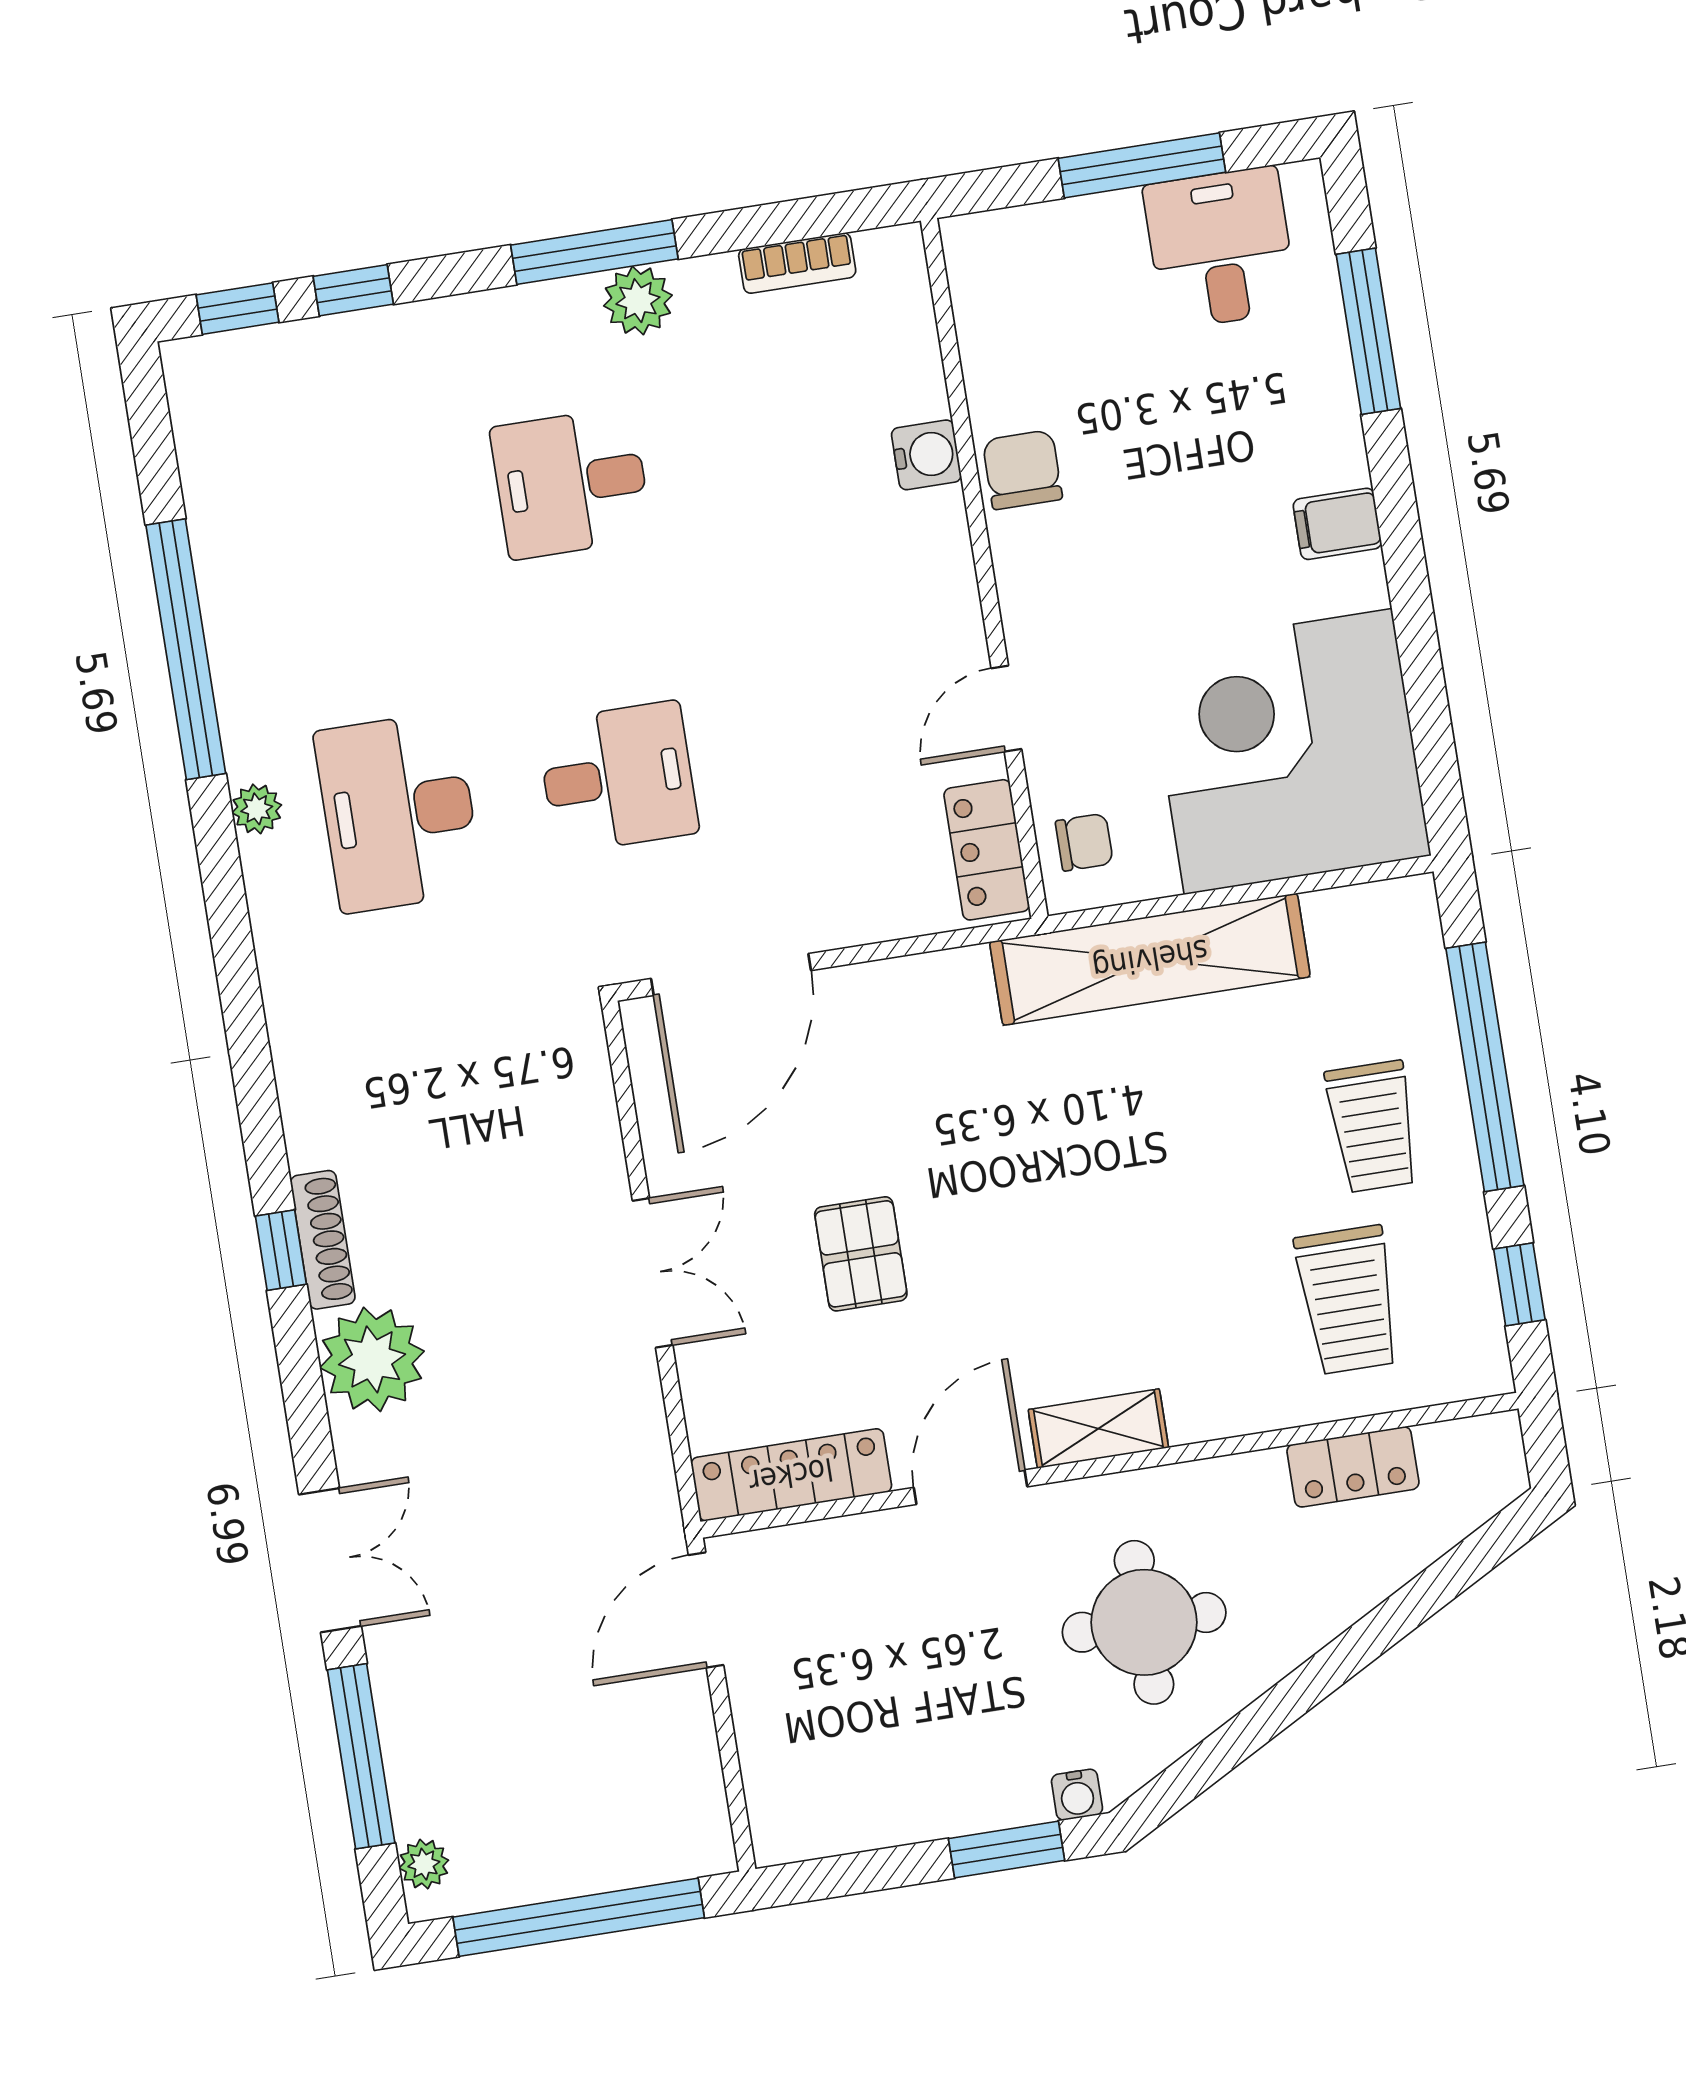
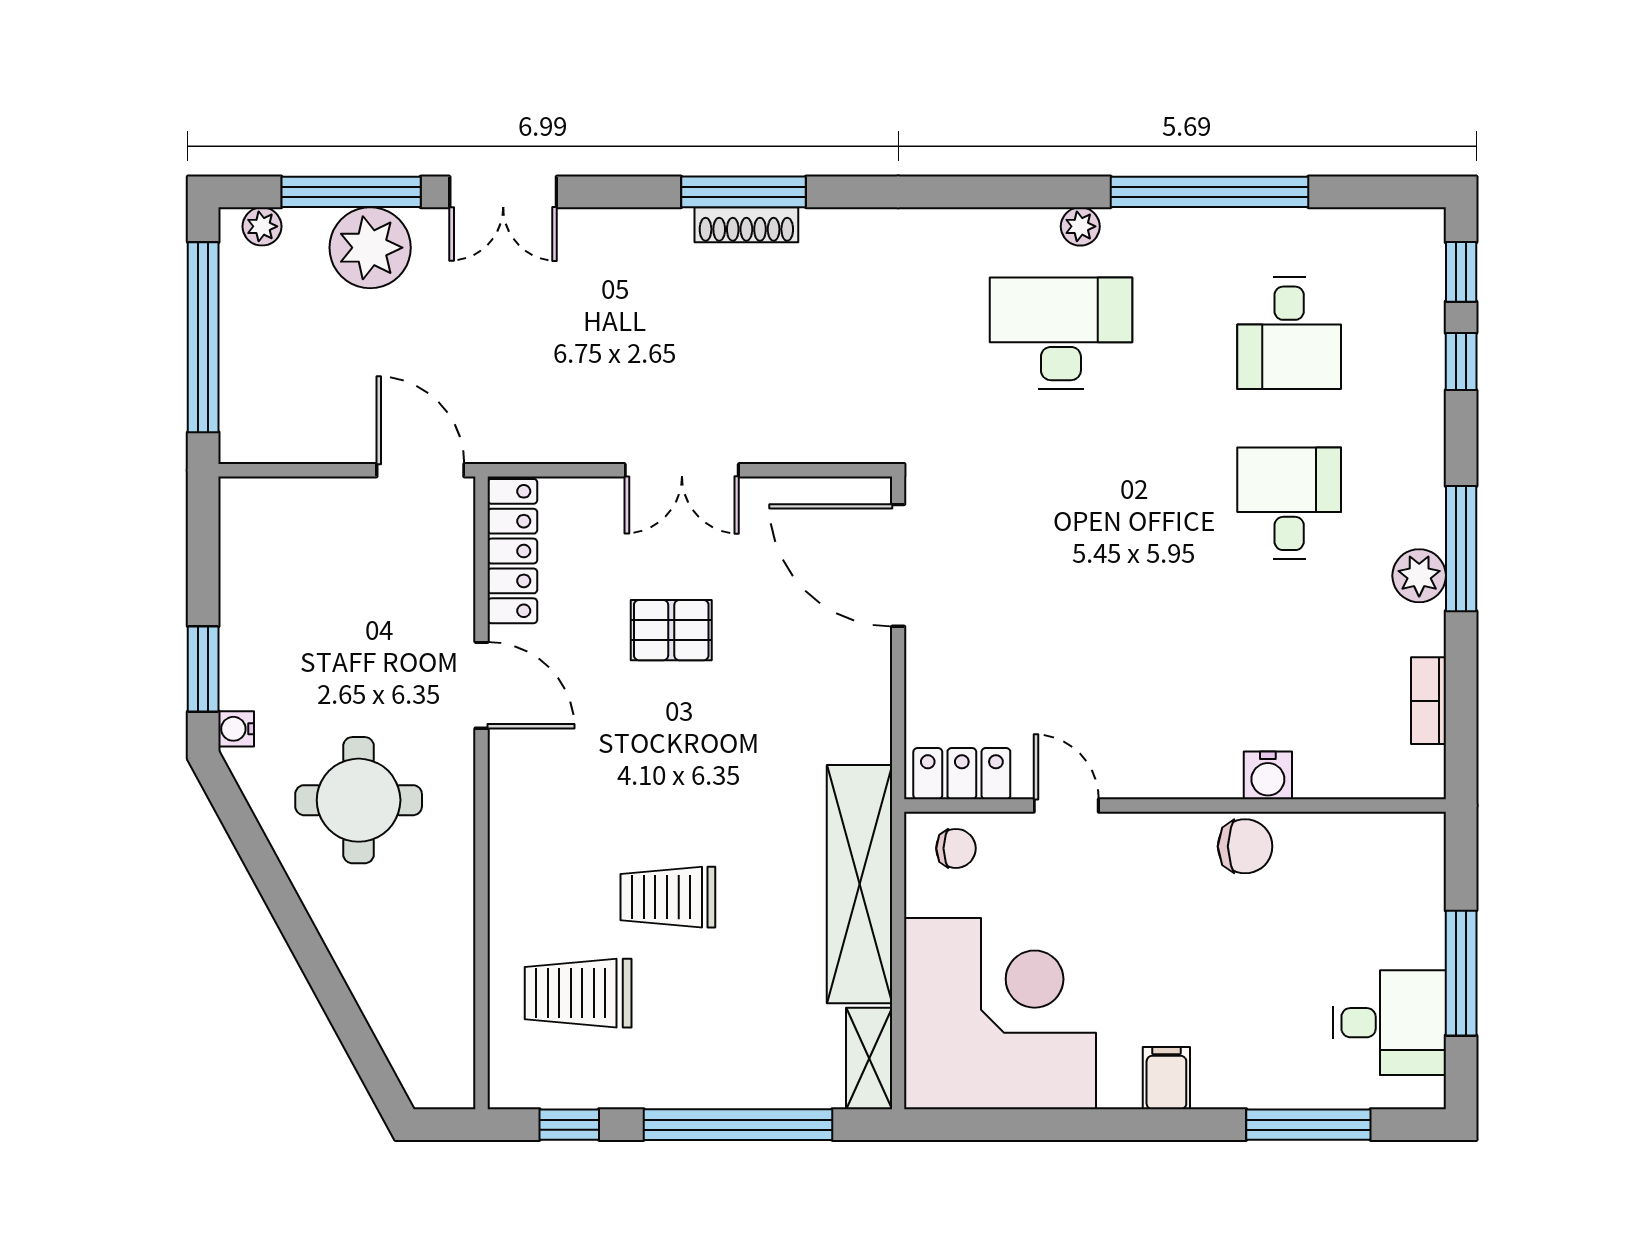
desk: (618, 777) -> (1289, 333), moved
chair: (1084, 842) -> (956, 848), turned -90
trolley: (1373, 1126) -> (668, 897), moved
window: (281, 1250) -> (744, 192), width x2.17
plant: (372, 1359) -> (370, 248), moved
shelving: (1098, 1429) -> (869, 1058), moved
locker: (1353, 1467) -> (451, 977), removed

